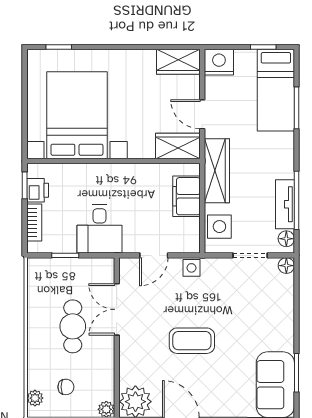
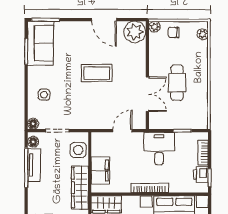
bookcase: (113, 170) -> (150, 188), added
side table: (191, 268) -> (44, 95), moved
chair: (66, 387) -> (174, 32), moved

